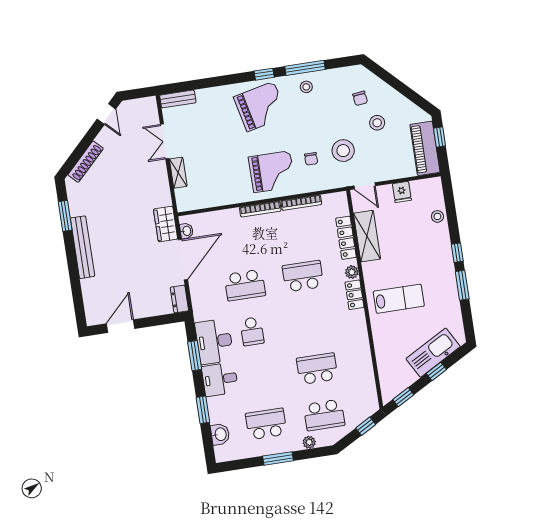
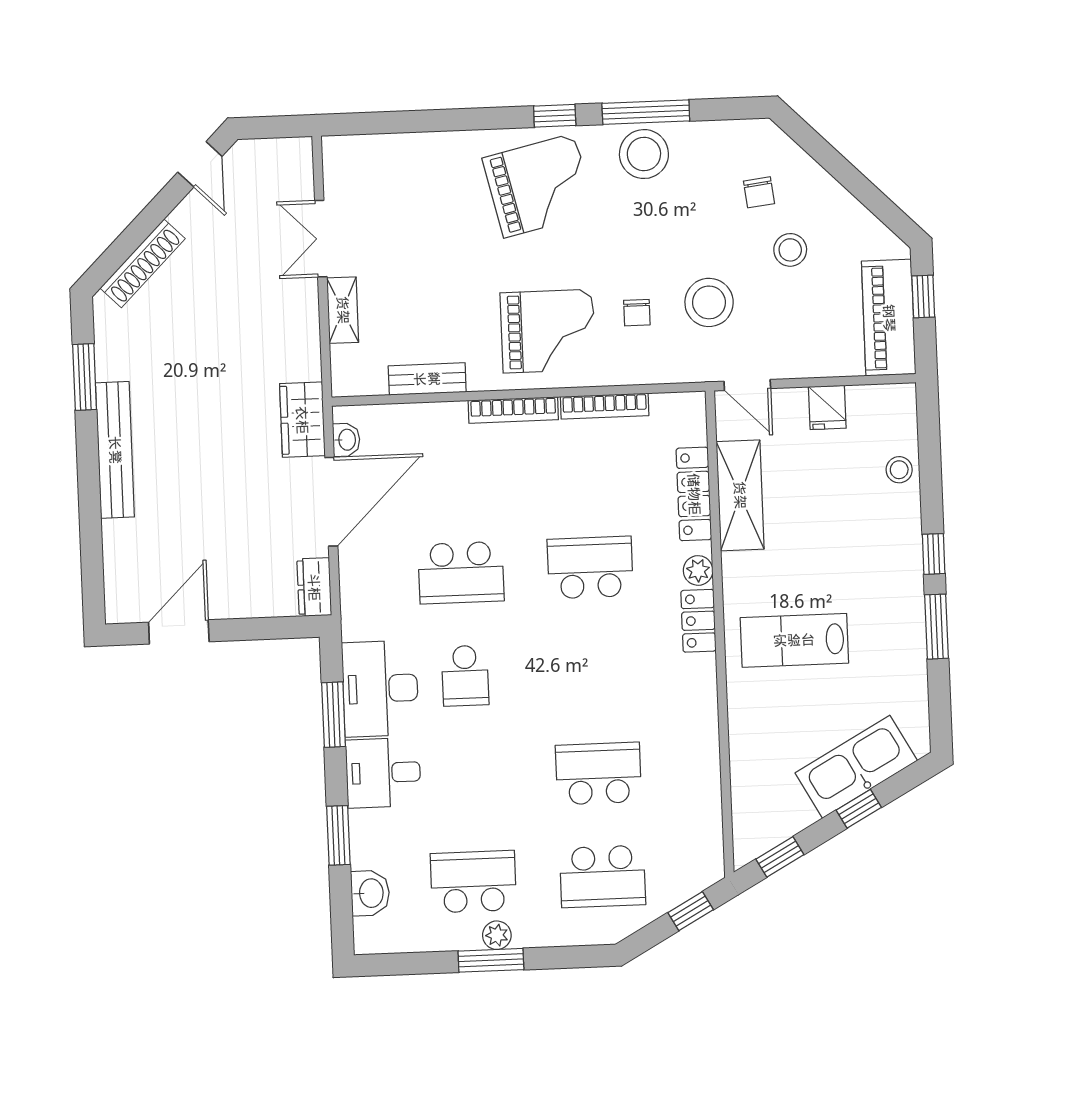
stool: (306, 87) -> (644, 154), width x1.89, depth x1.89
bench: (178, 99) -> (427, 379), moved
lab bench: (399, 299) -> (794, 640), turned 180
plant: (309, 442) -> (497, 935), moved

